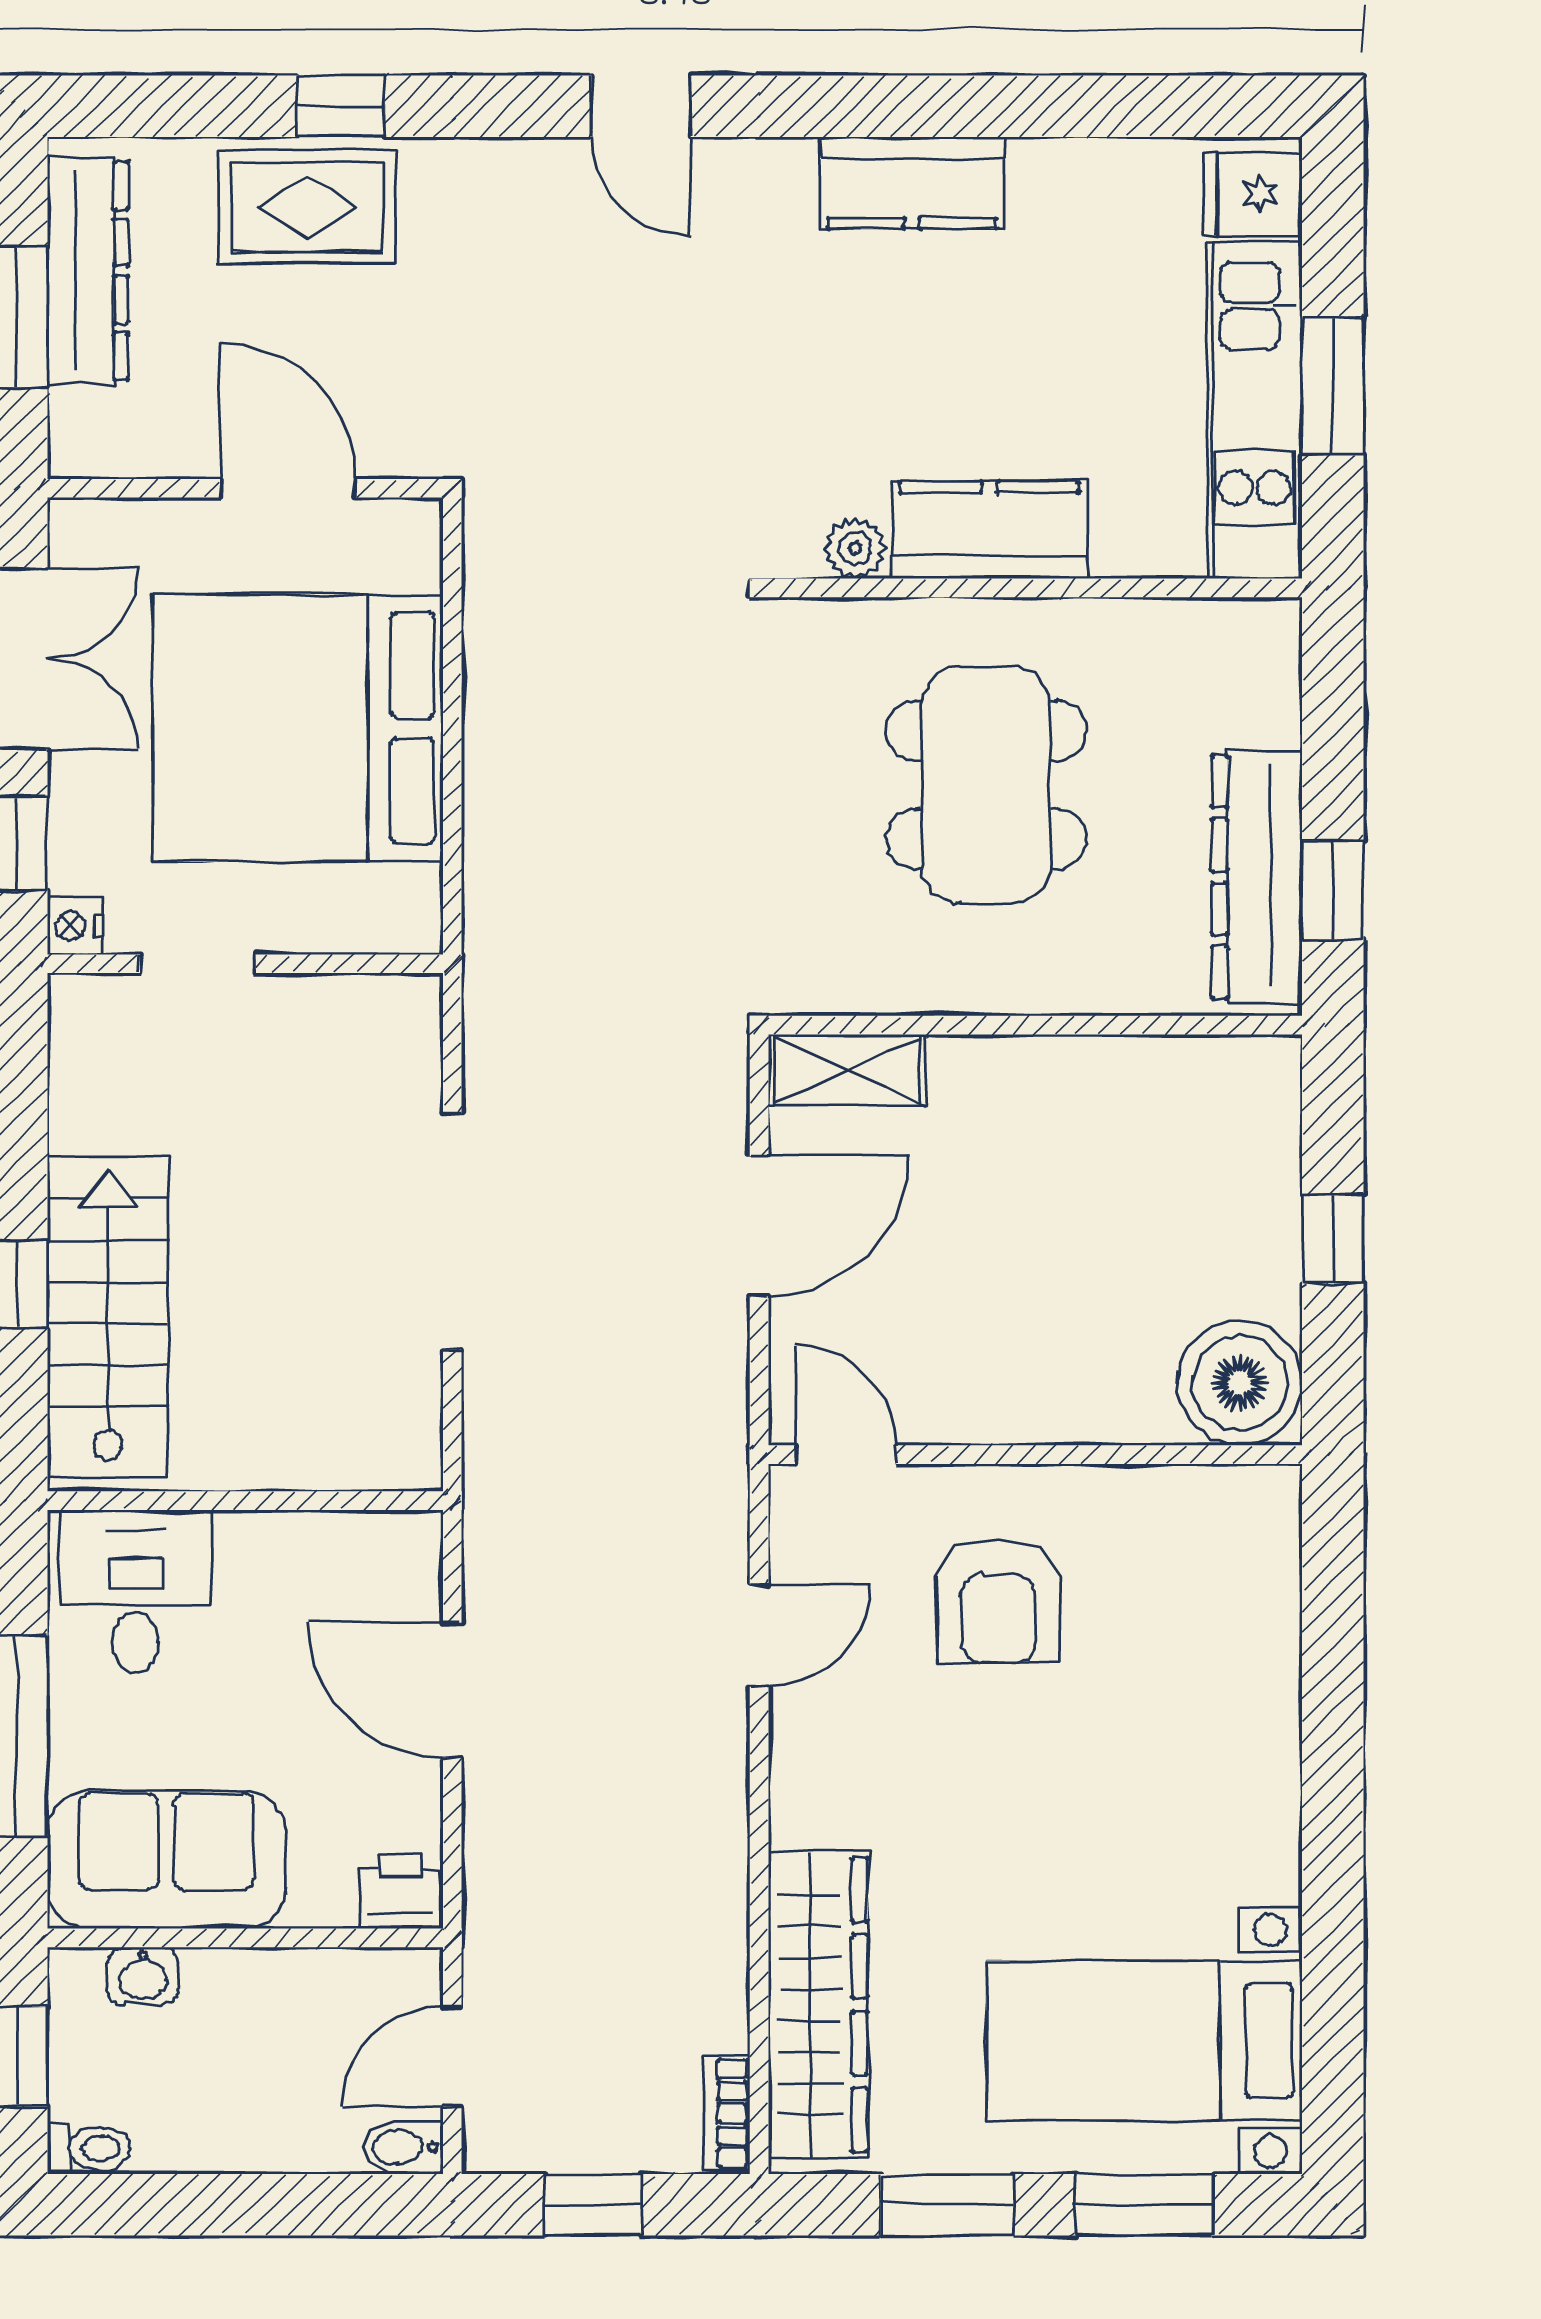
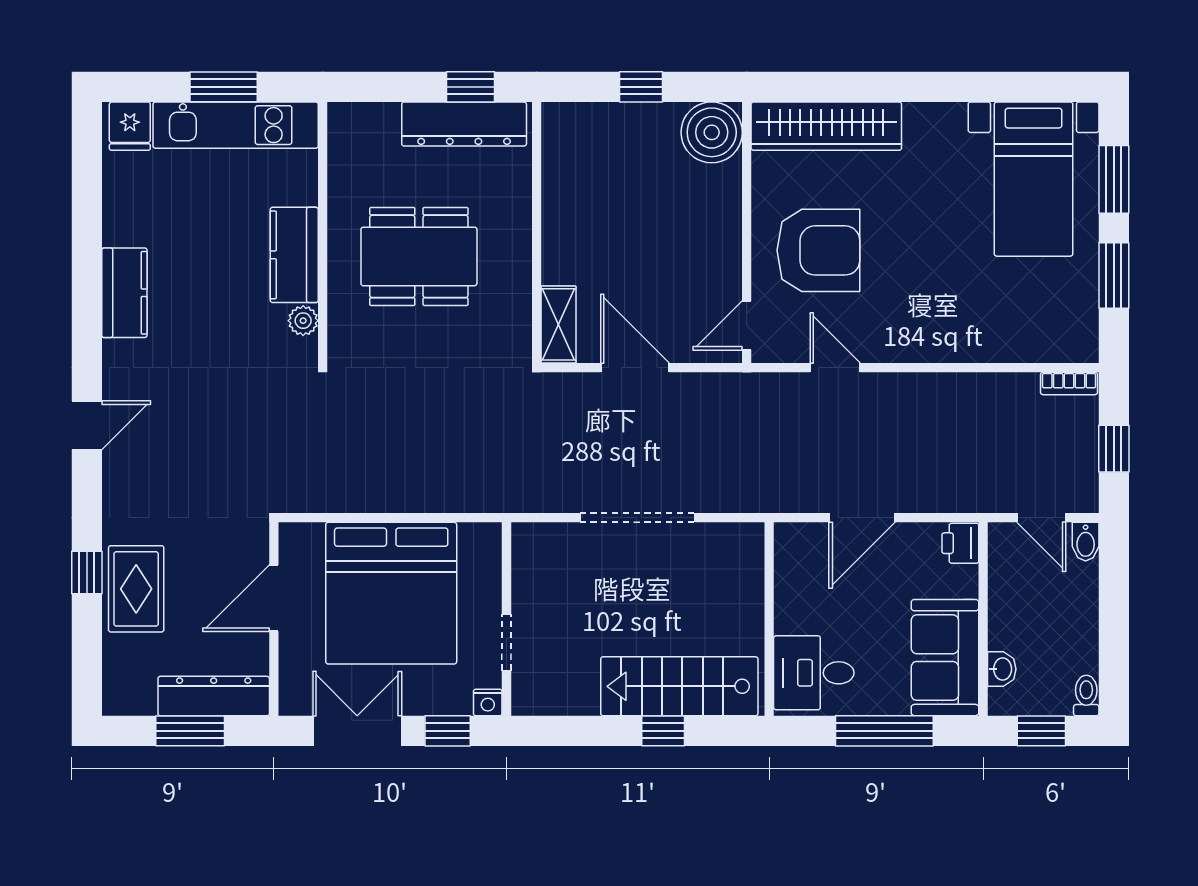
dresser: (88, 271) -> (214, 696), moved
armchair: (998, 1601) -> (818, 250), width x1.36, depth x1.36
wardrobe: (818, 2005) -> (826, 126), moved, turned 180

